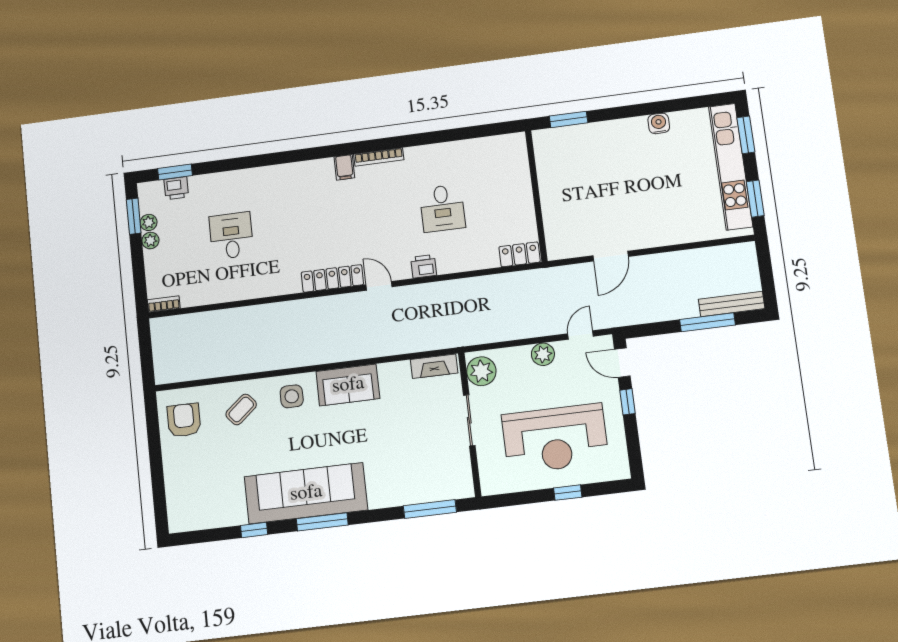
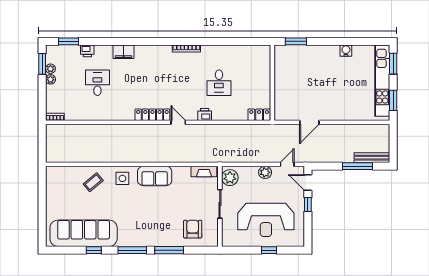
filing cabinet: (344, 167) -> (123, 52), moved, width x2.00
printer: (176, 188) -> (87, 51), moved
armchair: (184, 420) -> (193, 229), moved
sofa: (306, 493) -> (84, 233), moved
window: (430, 509) -> (169, 250), moved

